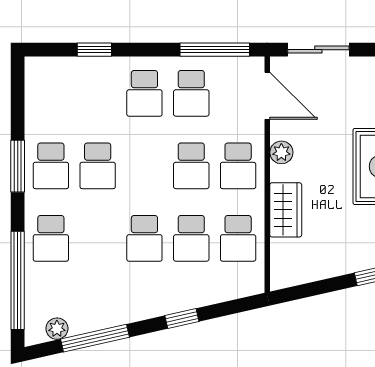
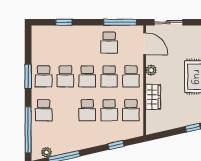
school desk: (144, 93) -> (87, 76), moved
window: (182, 319) -> (116, 145), moved

